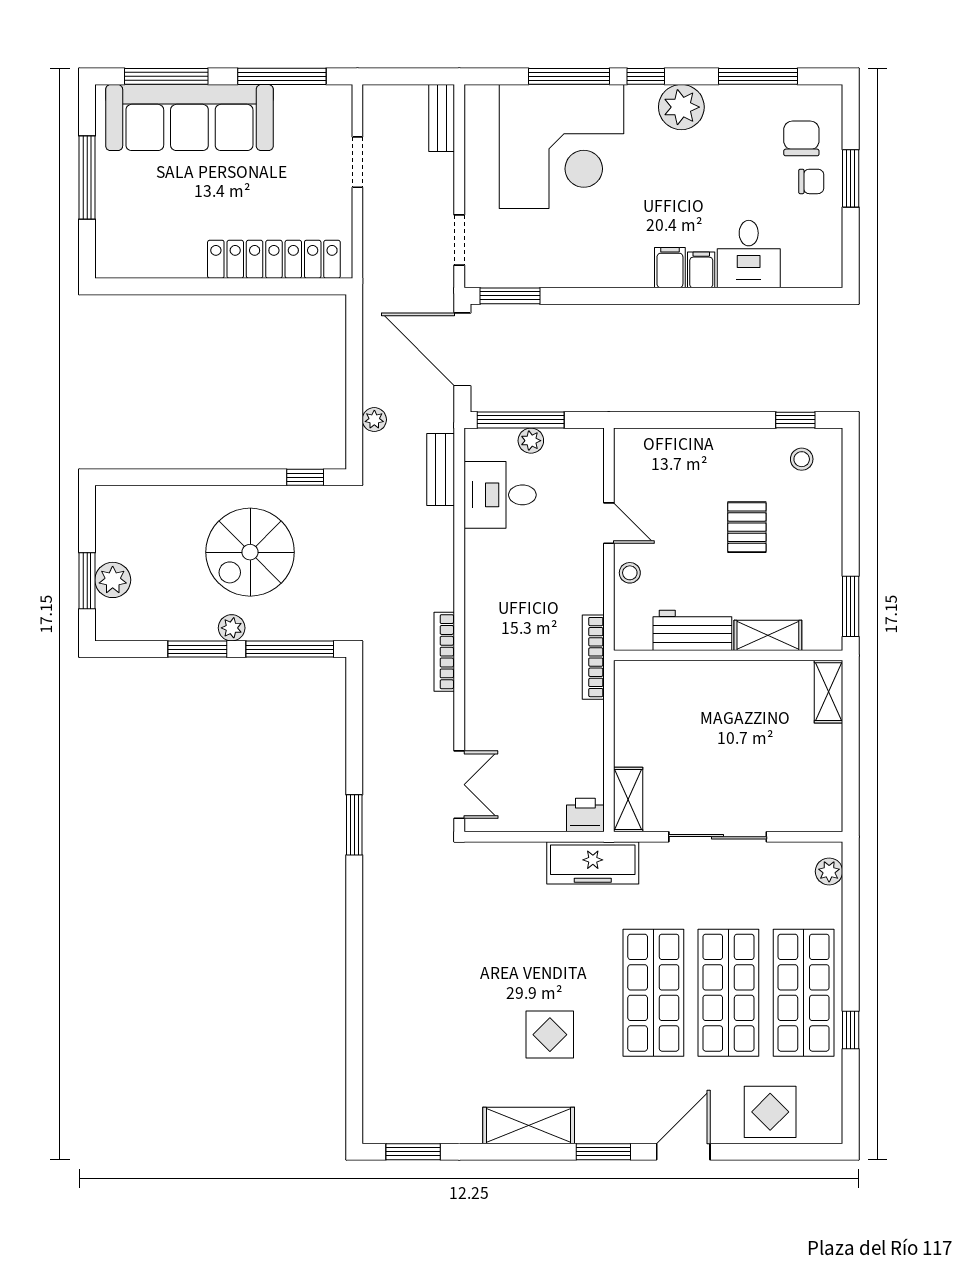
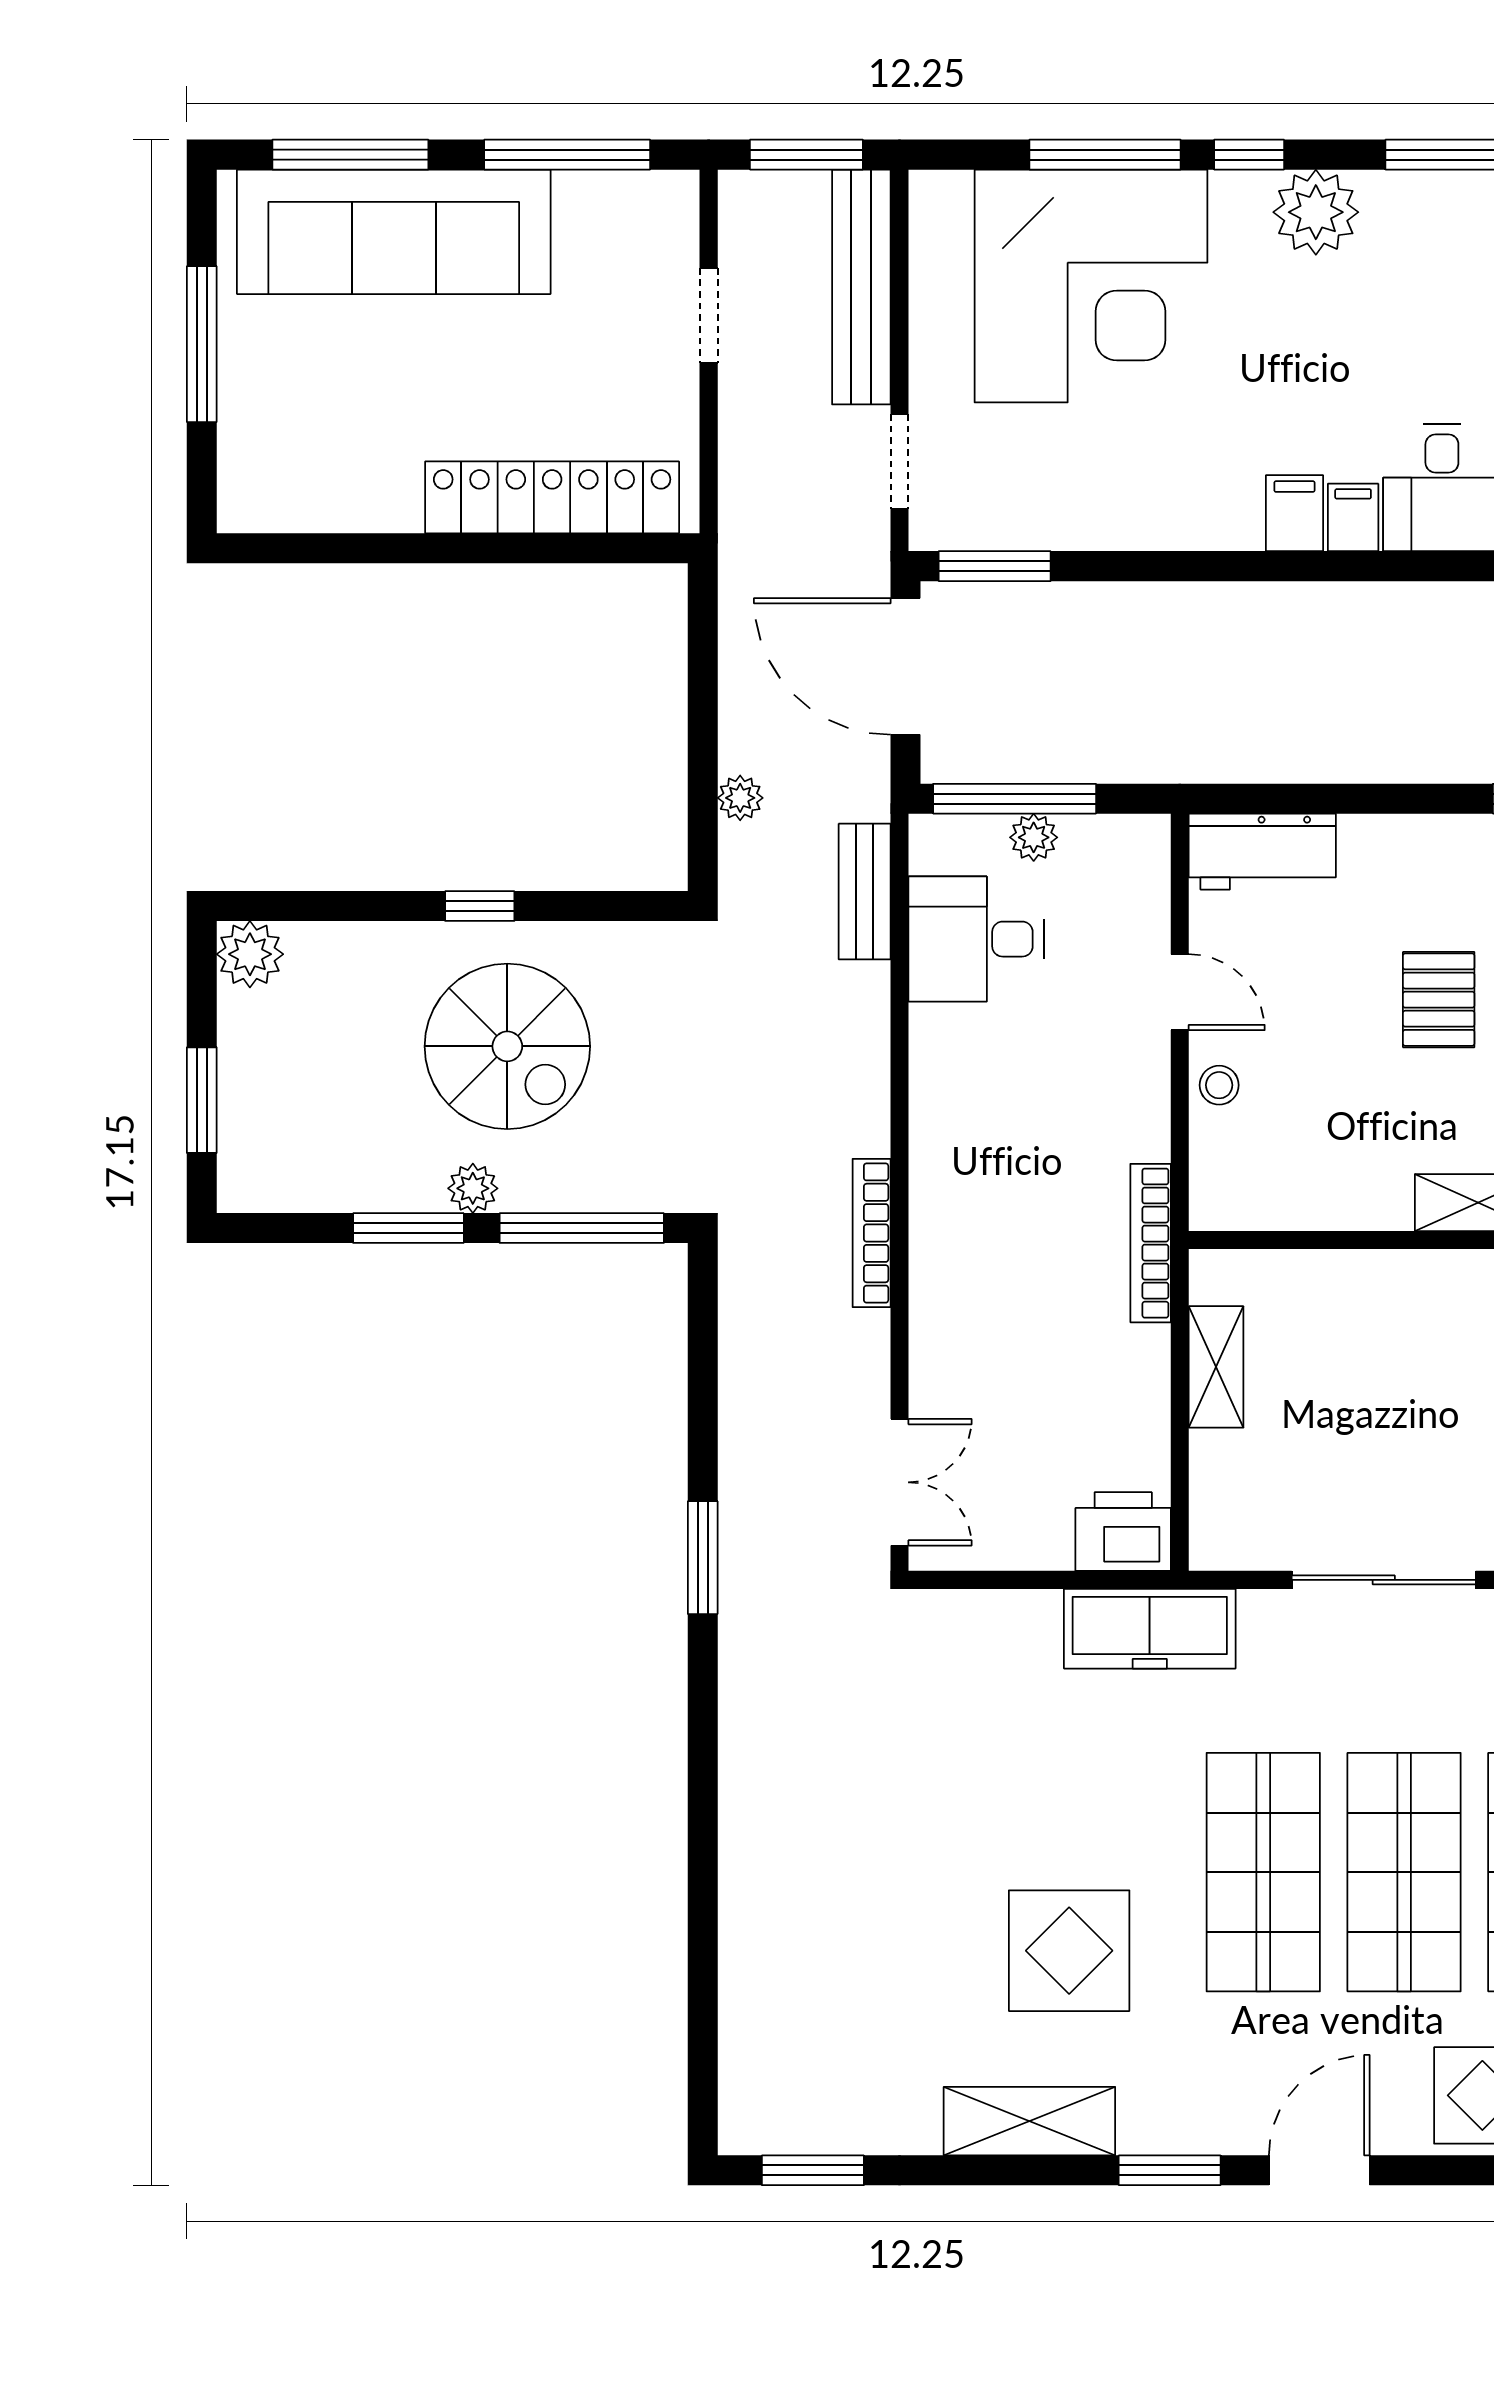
window: (410, 76) -> (806, 155), added
bench: (442, 118) -> (861, 287), width x1.86, depth x1.21
window: (305, 477) -> (480, 906), moved
spiral stairs: (250, 552) -> (507, 1046), turned -90
plant: (113, 580) -> (250, 954), moved
workbench: (692, 630) -> (1262, 852), moved, turned 180
shelving: (628, 800) -> (1216, 1367), moved
printer: (585, 815) -> (1123, 1532), width x1.36, depth x1.24
display table: (550, 1035) -> (1069, 1951), width x1.36, depth x1.36

